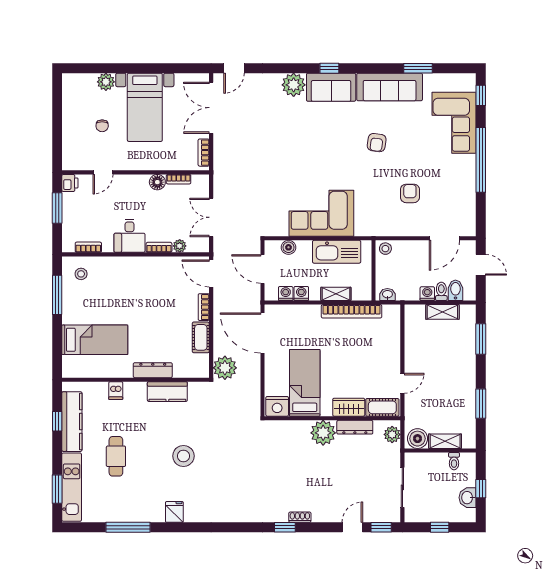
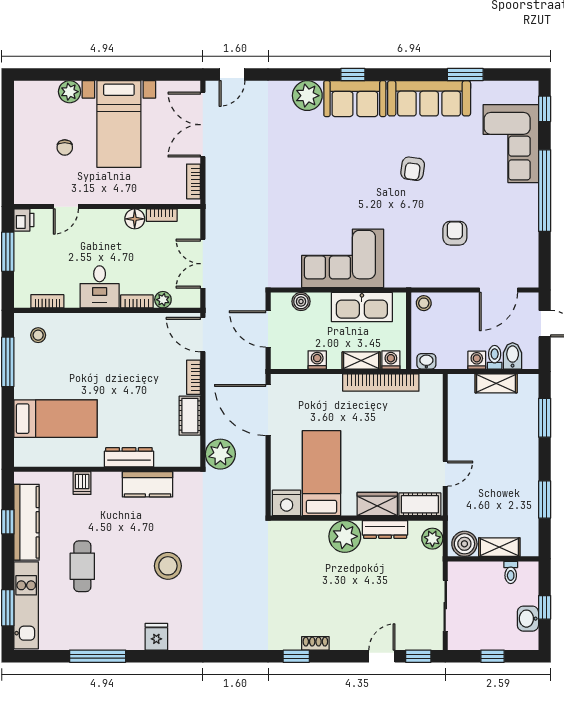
washing machine: (286, 294) -> (391, 360), moved

